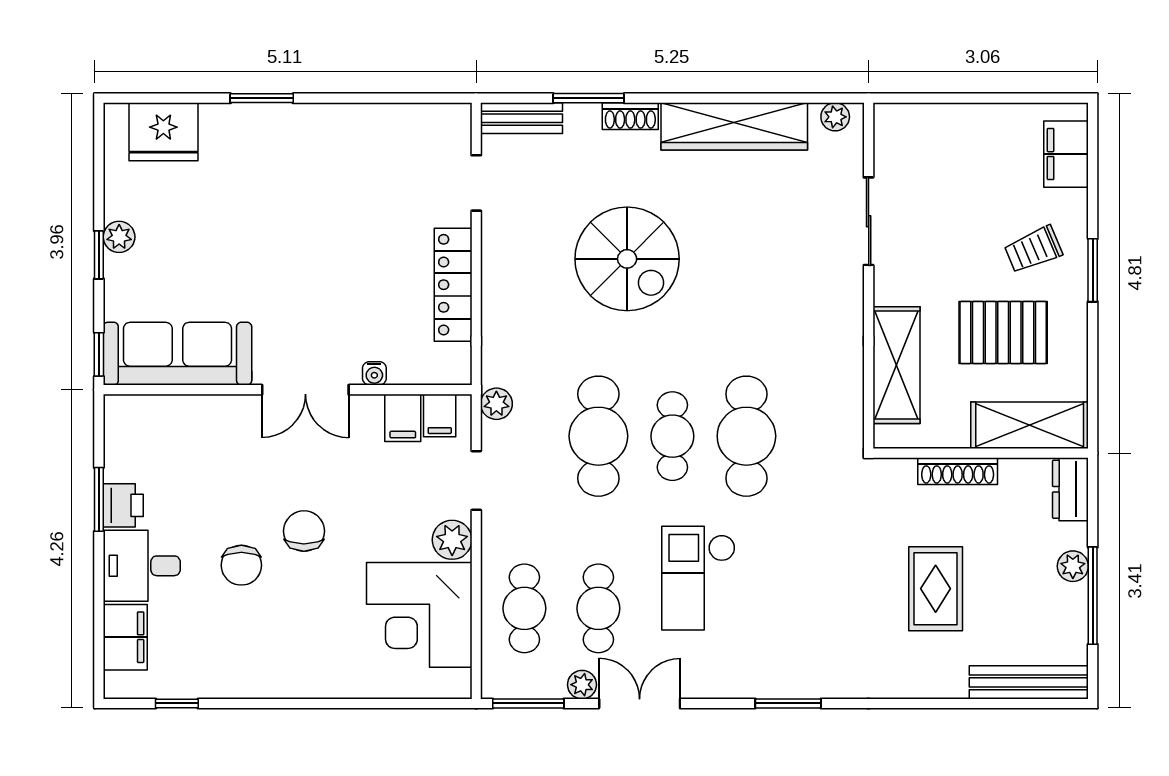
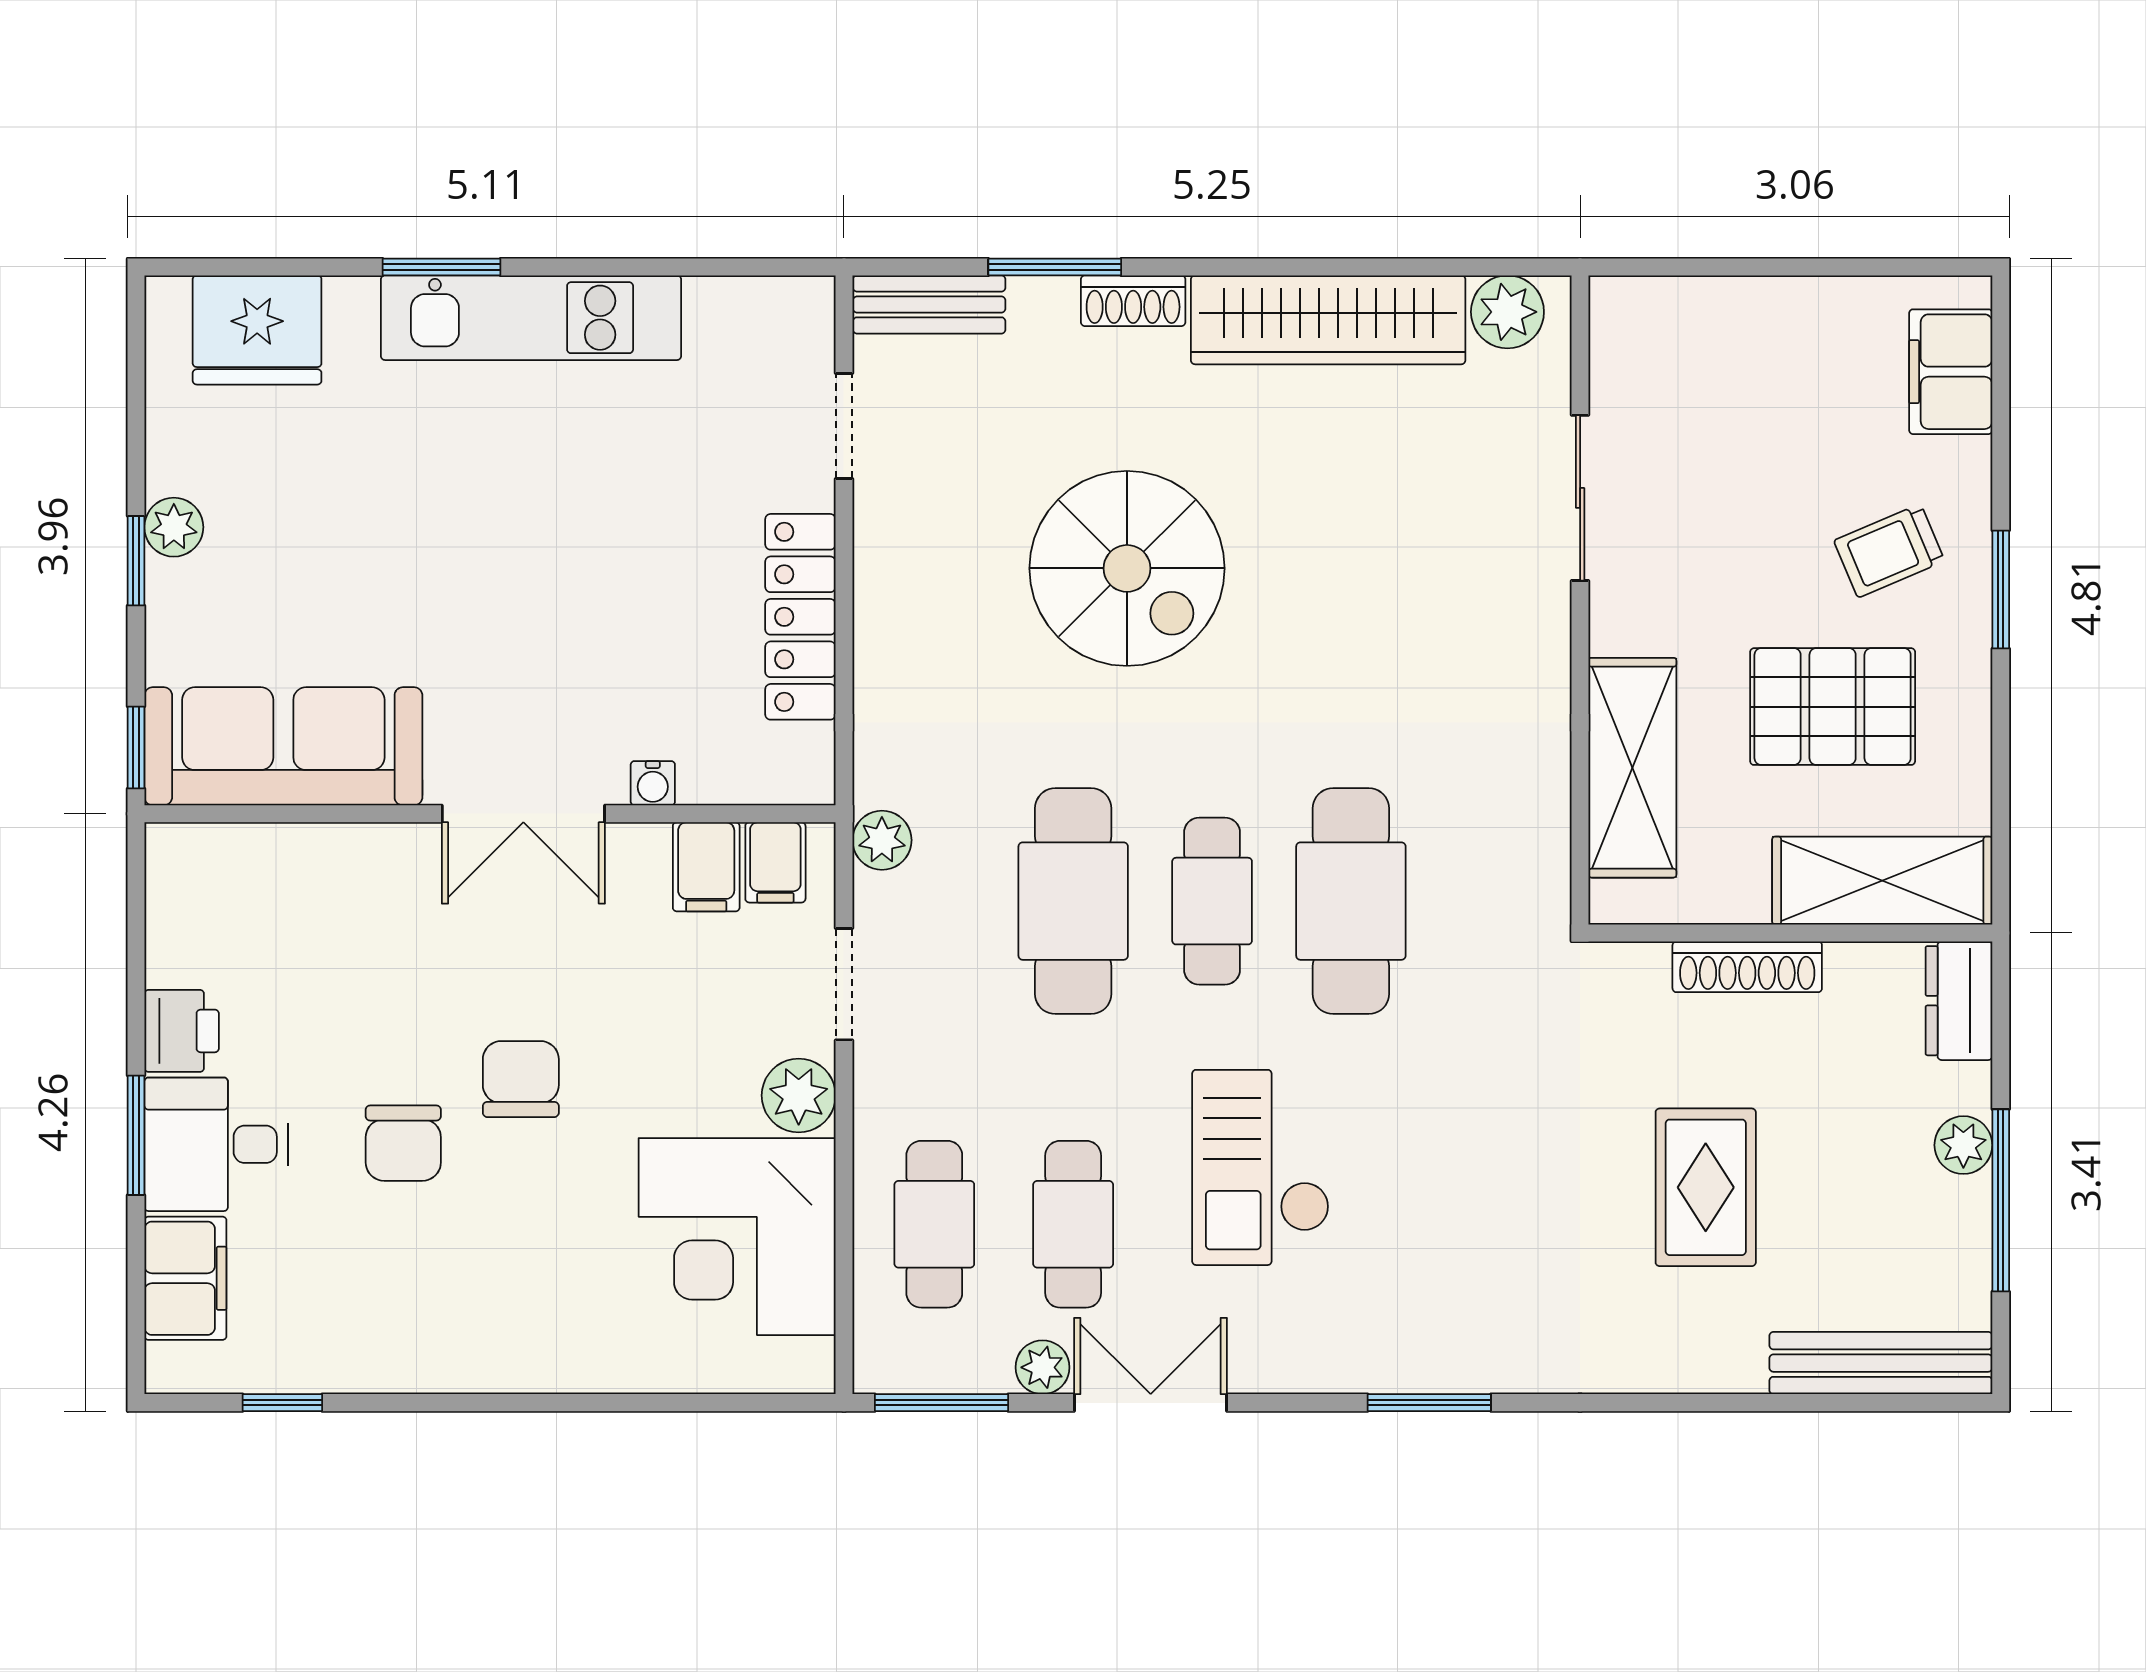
plant: (835, 117) -> (1507, 312), width x1.38, depth x1.38
kitchen unit: (309, 125) -> (531, 318), added
window: (99, 499) -> (136, 1135), moved

